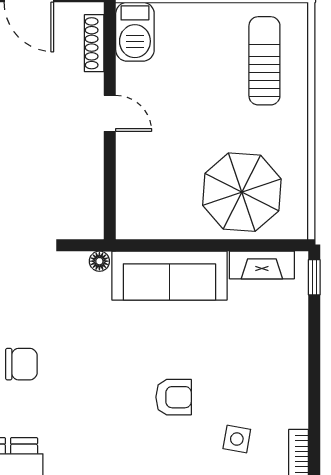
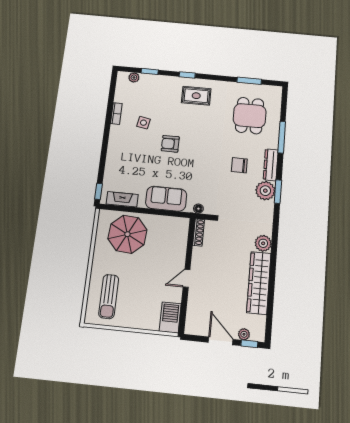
shoe rack: (94, 43) -> (199, 232), moved
door: (110, 113) -> (187, 278), hinge flipped
sofa: (169, 276) -> (166, 199), width x0.73

